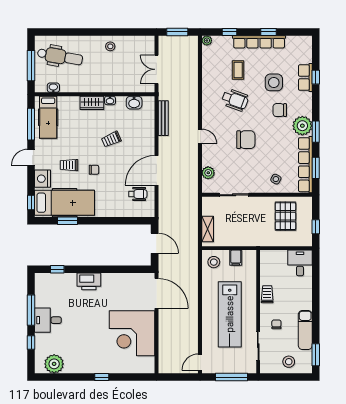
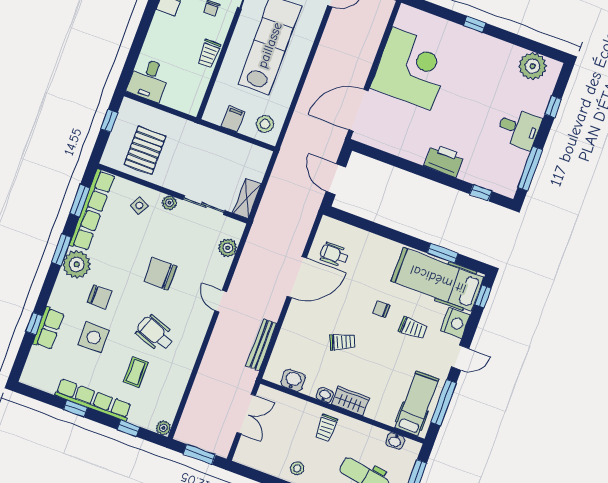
trolley: (101, 80) -> (326, 428), added
plant: (257, 188) -> (169, 203), added
shelving: (208, 229) -> (247, 198), moved
door: (156, 293) -> (358, 110), hinge flipped
window: (31, 310) -> (530, 169), moved

